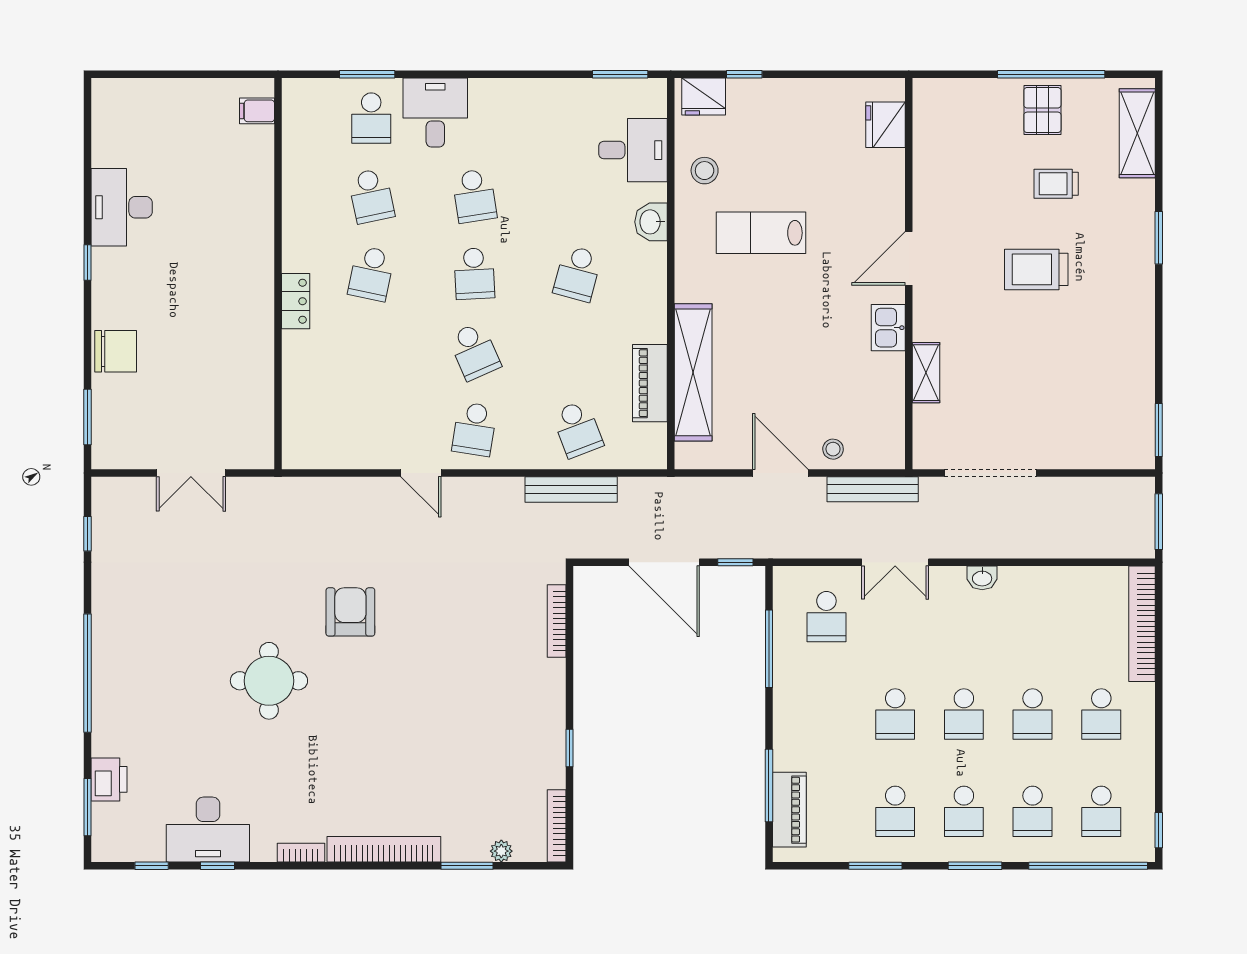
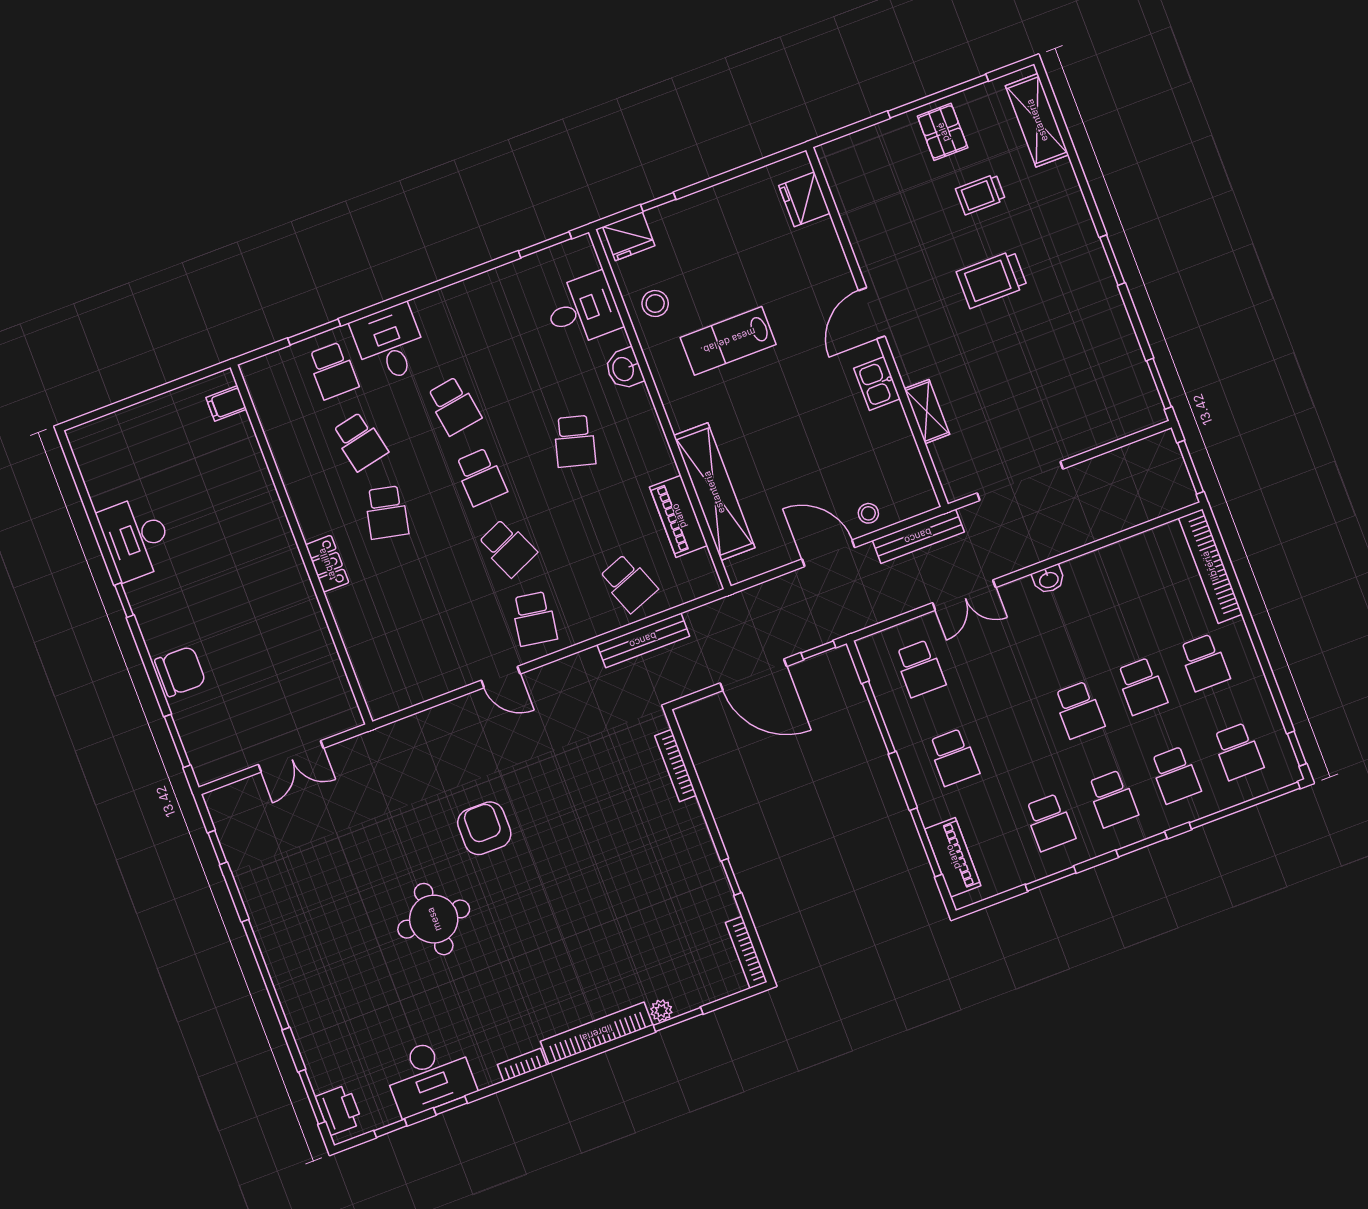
window: (1159, 238) -> (1112, 260), moved
school desk: (895, 714) -> (954, 757), moved
printer: (109, 779) -> (339, 1110), moved
plant: (501, 851) -> (661, 1011), moved

